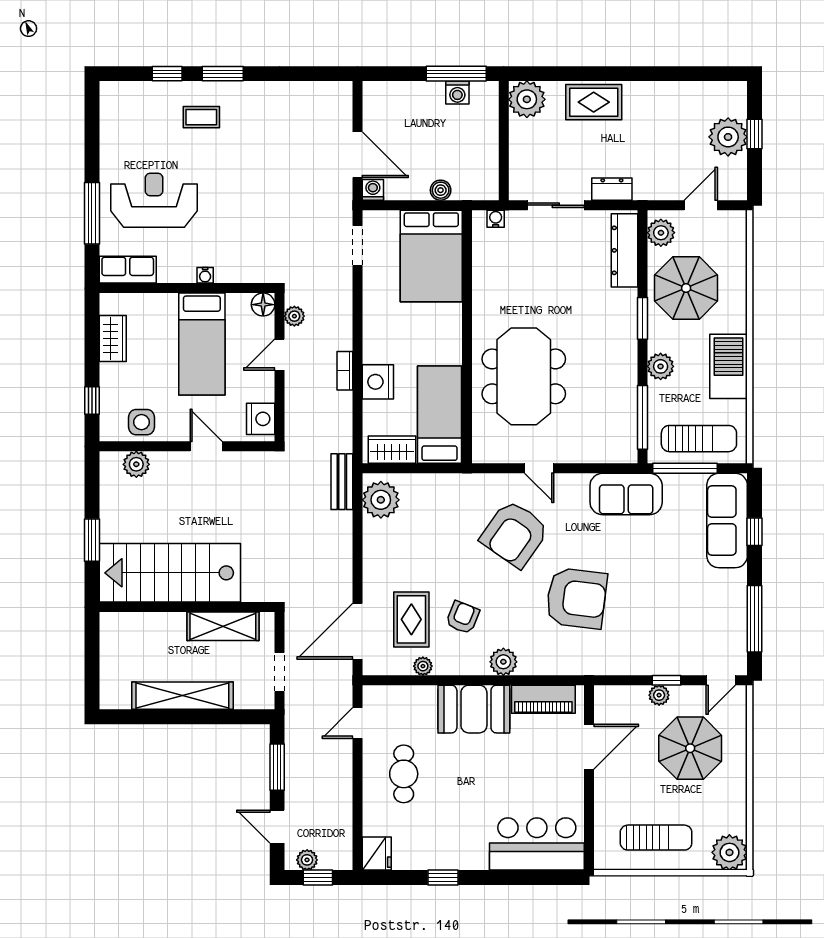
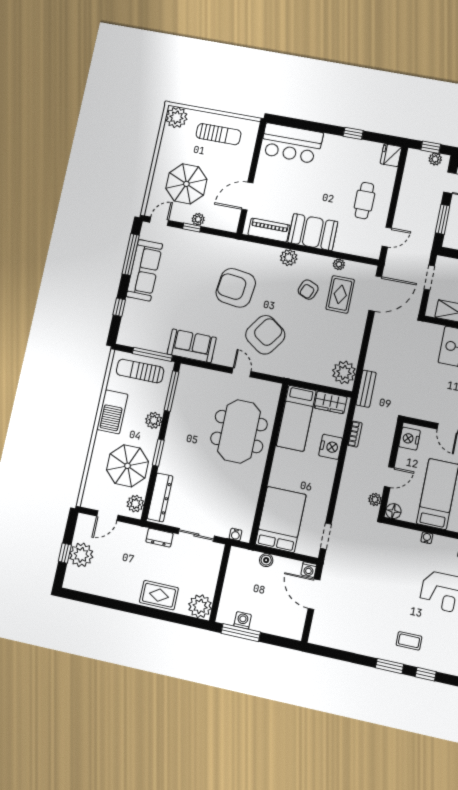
bookcase: (345, 371) -> (355, 434), moved
sofa: (727, 521) -> (144, 270), moved
sun lounger: (656, 838) -> (219, 134), turned 180

